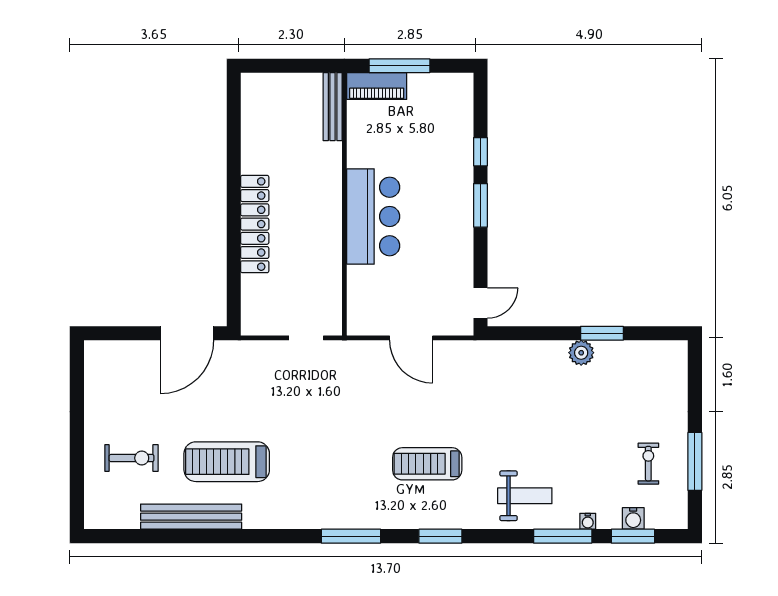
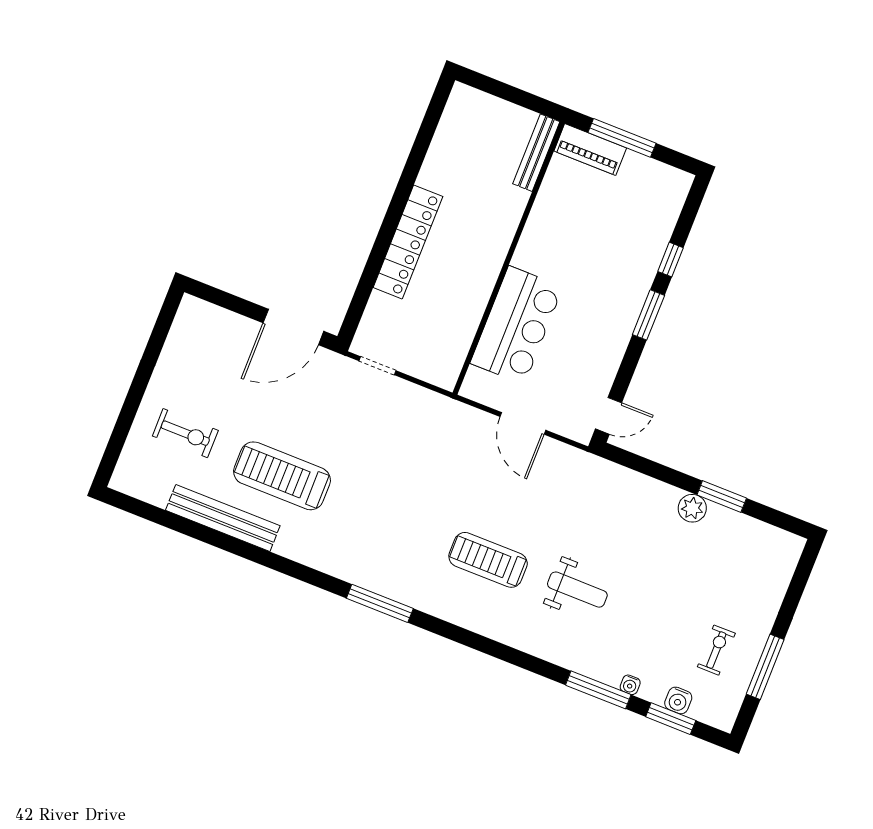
bar counter: (373, 216) -> (516, 325), moved
doorway: (306, 338) -> (377, 366), moved
weight bench: (525, 496) -> (577, 590), moved
window: (440, 536) -> (472, 640), removed

